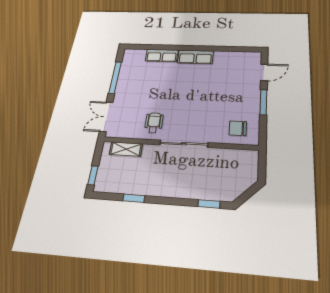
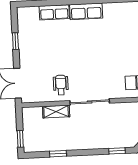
window: (115, 77) -> (15, 41), width x0.46
shelving: (126, 149) -> (56, 112), moved

